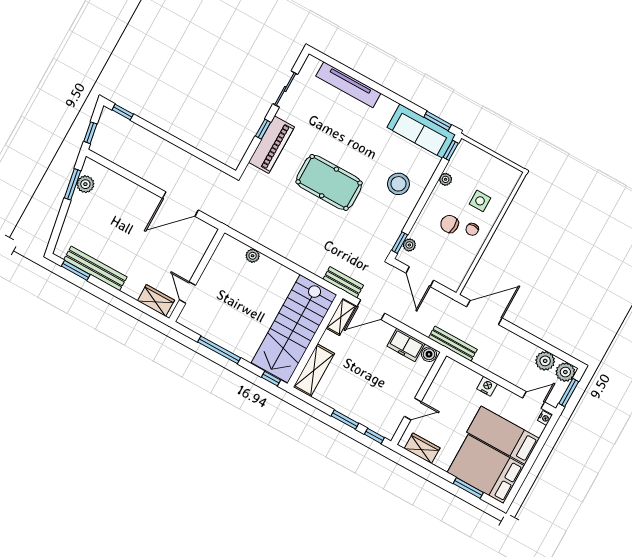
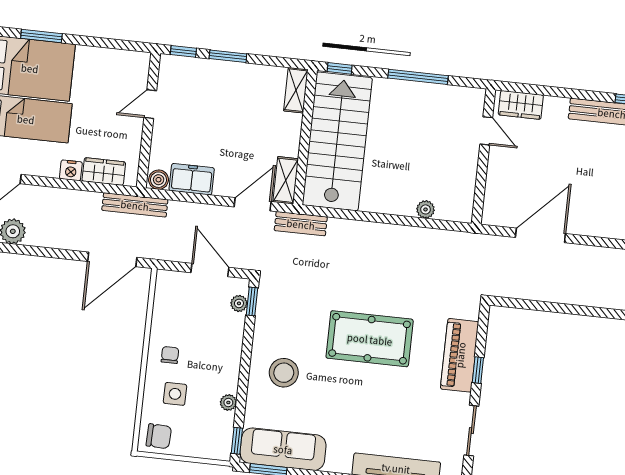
chair: (450, 224) -> (159, 436), moved
shelving: (314, 370) -> (296, 90), width x0.67, depth x0.75
wardrobe: (422, 448) -> (104, 172), moved, turned 180

